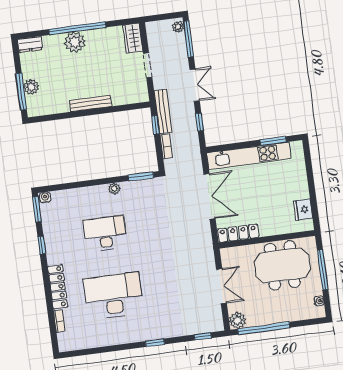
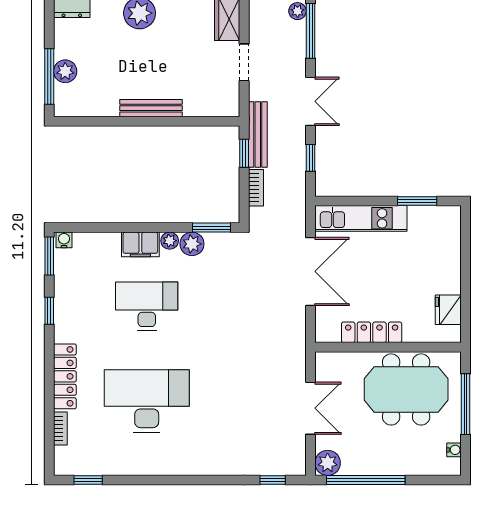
kitchen unit: (249, 156) -> (361, 218), width x0.73
plant: (129, 189) -> (192, 244), added
filing cabinet: (96, 194) -> (140, 244), added
locker: (238, 233) -> (372, 332), moved
window: (155, 343) -> (88, 480), moved

